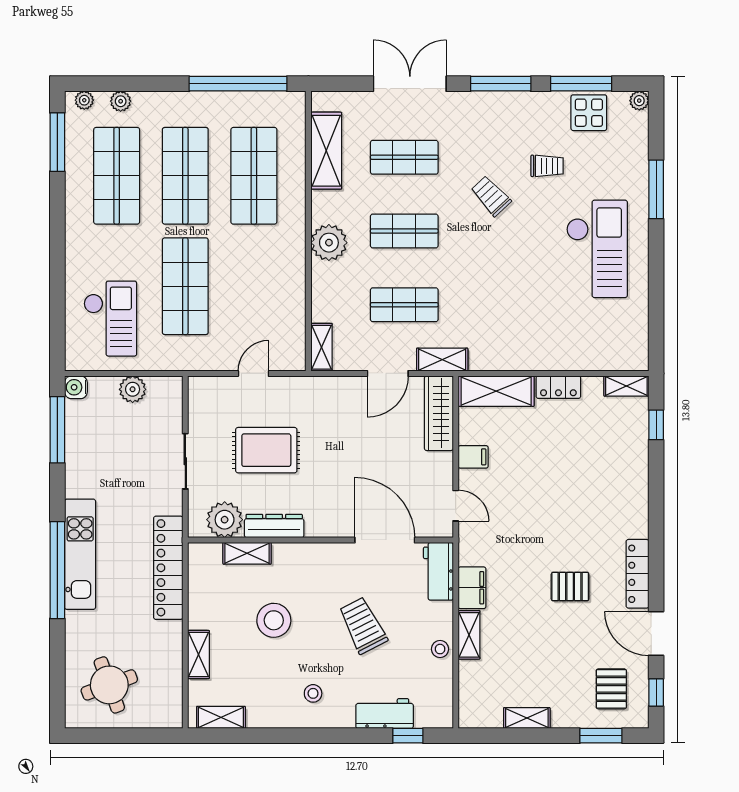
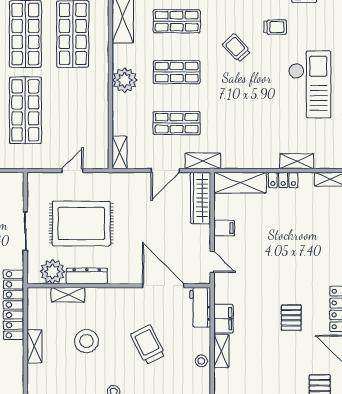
shelving: (578, 360) -> (297, 161), added
rug: (266, 450) -> (81, 224), width x1.37, depth x1.44
pallet: (570, 587) -> (291, 318), turned 90
shelving: (198, 654) -> (34, 346), moved

